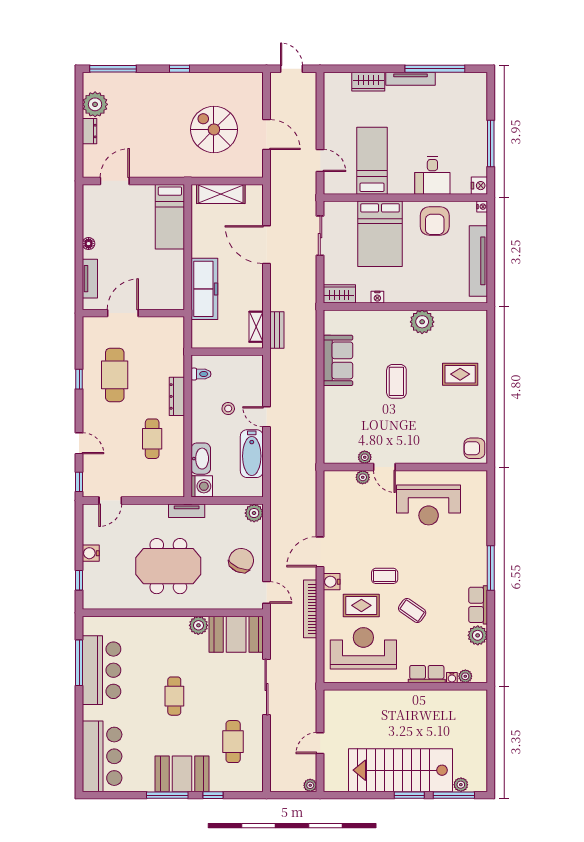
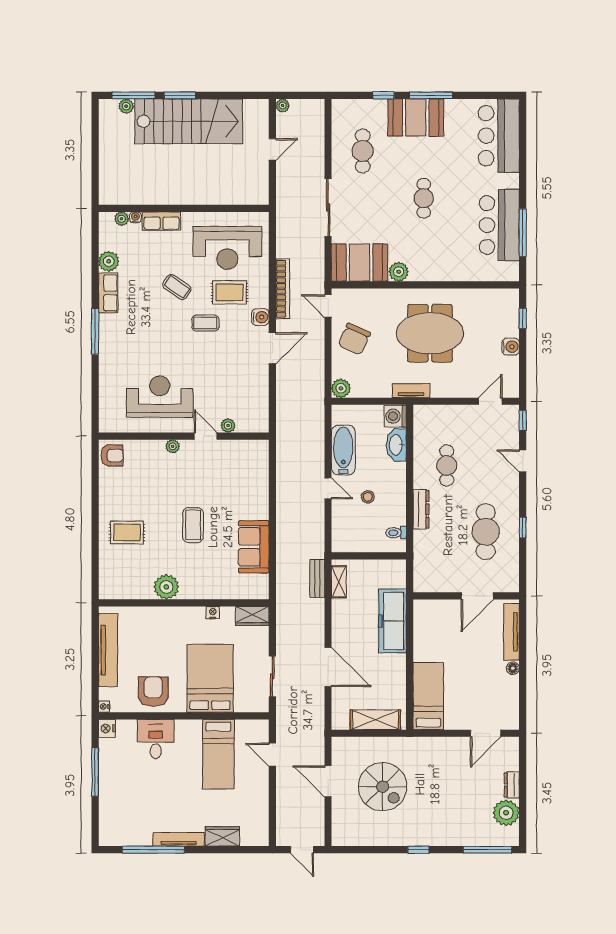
tv unit: (90, 279) -> (511, 632), width x1.41
plant: (365, 457) -> (173, 446), moved

